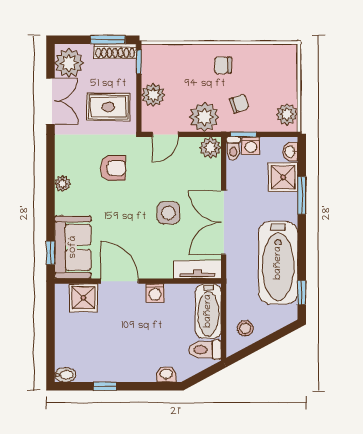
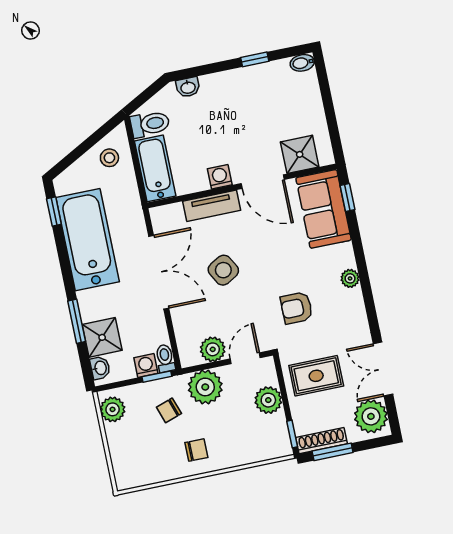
plant: (210, 148) -> (213, 349), moved
side table: (168, 213) -> (223, 270), turned -30
tv unit: (197, 270) -> (212, 206), moved

